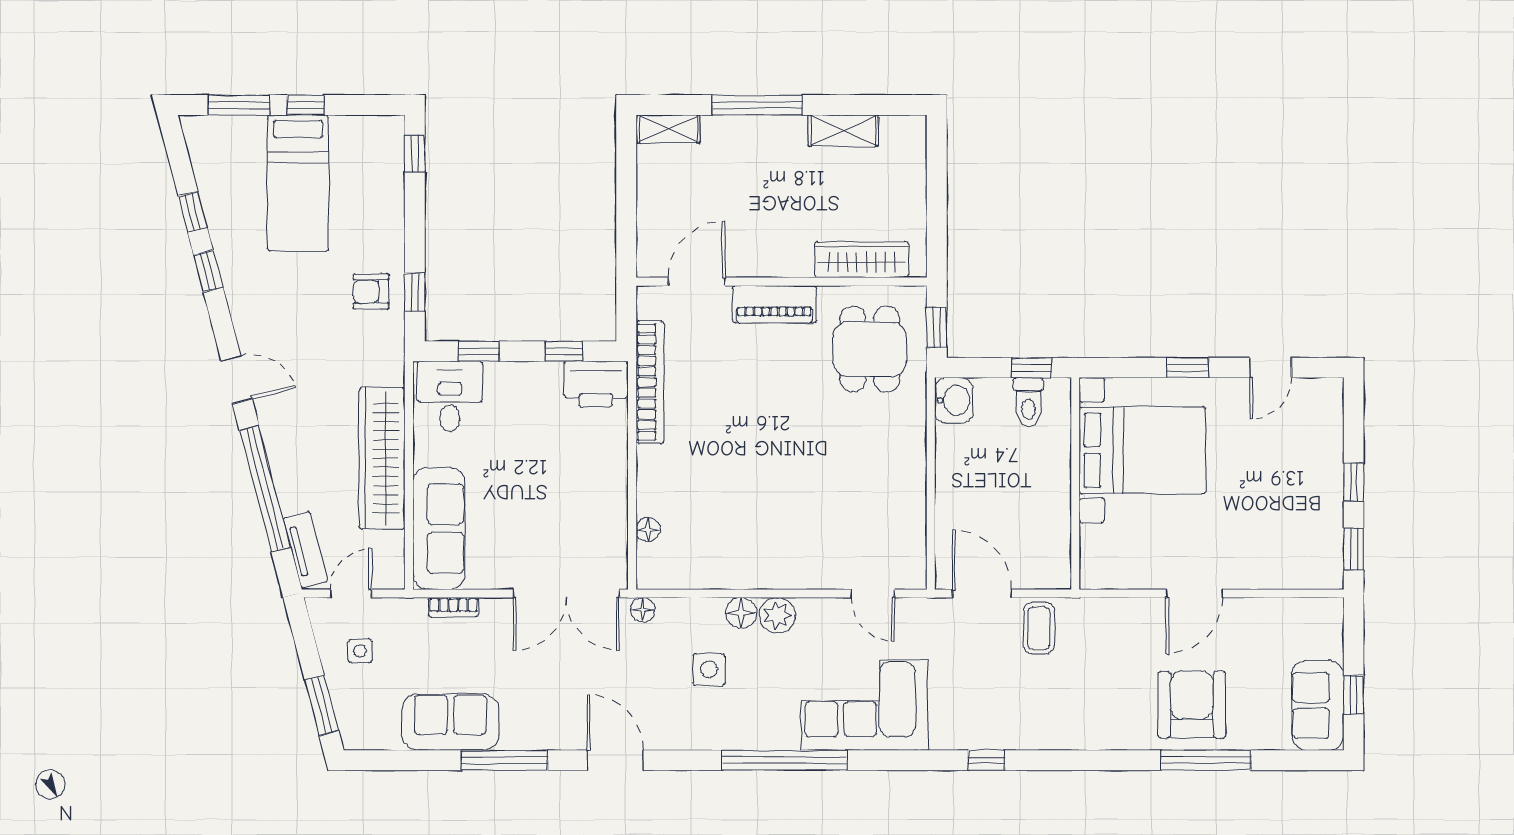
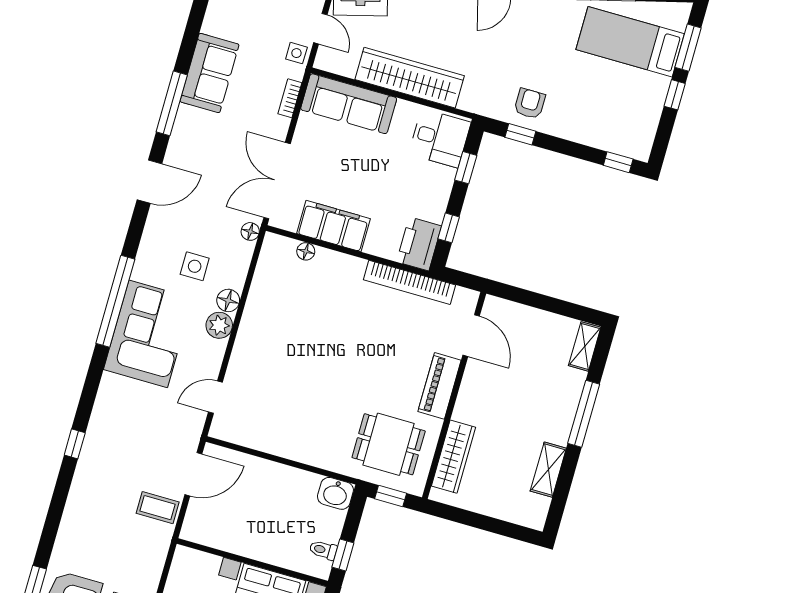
bed: (298, 183) -> (630, 42), moved
toilet: (1028, 402) -> (323, 550), width x0.73, depth x0.72
filing cabinet: (605, 503) -> (334, 226), added
side table: (360, 651) -> (296, 53), moved
corner sofa: (864, 705) -> (148, 334), moved

